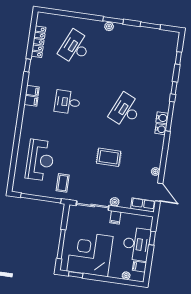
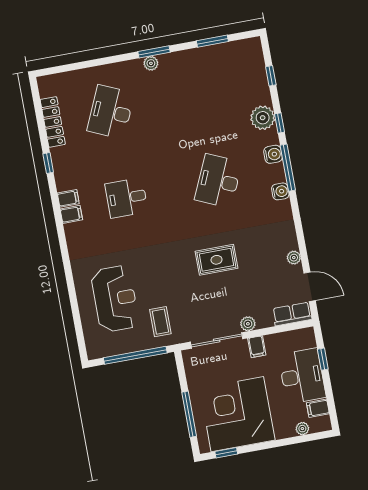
plant: (165, 81) -> (263, 118), added
water cooler: (162, 118) -> (273, 154), moved

